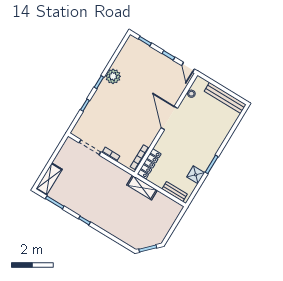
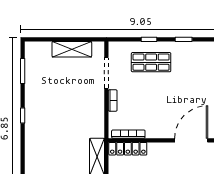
plant: (113, 76) -> (199, 51), removed
shop shelf: (101, 113) -> (151, 62), added
shelving: (49, 179) -> (72, 49), moved

